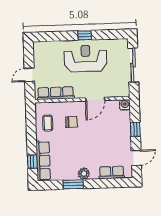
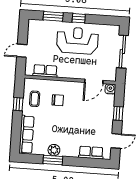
window: (58, 36) -> (53, 16), added
row of seats: (56, 93) -> (45, 71), width x0.68
door: (95, 99) -> (94, 81), moved
window: (32, 162) -> (18, 104), moved
plant: (84, 174) -> (54, 150), moved

